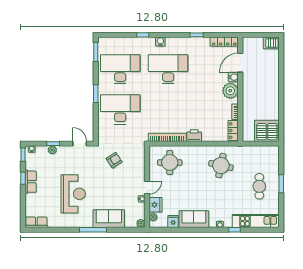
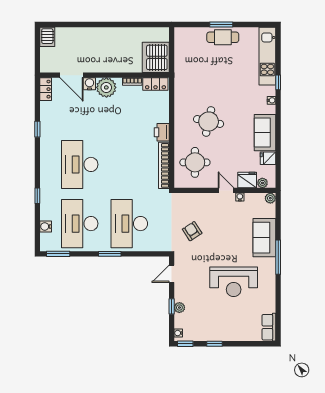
water cooler: (160, 42) -> (46, 226), moved
locker: (224, 42) -> (46, 89), width x0.66
server rack: (267, 131) -> (156, 57), moved
round table: (221, 166) -> (209, 121), moved
row of seats: (31, 182) -> (219, 334), removed
cafe table: (259, 186) -> (223, 37), moved
reception desk: (73, 194) -> (234, 282), turned 180

